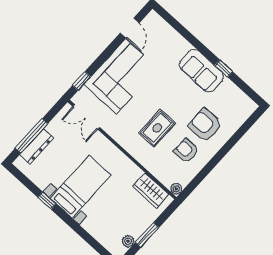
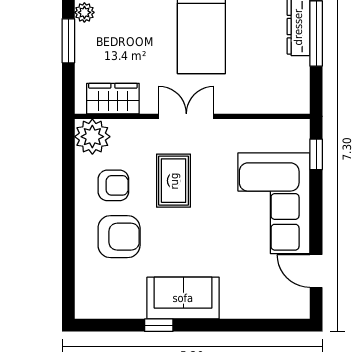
double door: (86, 117) -> (186, 116), moved
plant: (176, 189) -> (92, 137), width x1.87, depth x1.87

